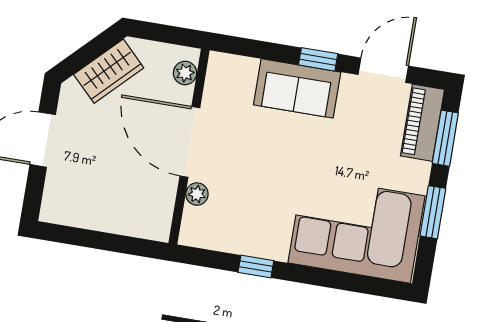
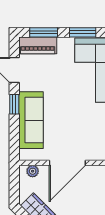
sofa: (297, 88) -> (31, 120), width x1.36
plant: (197, 194) -> (94, 155), removed

